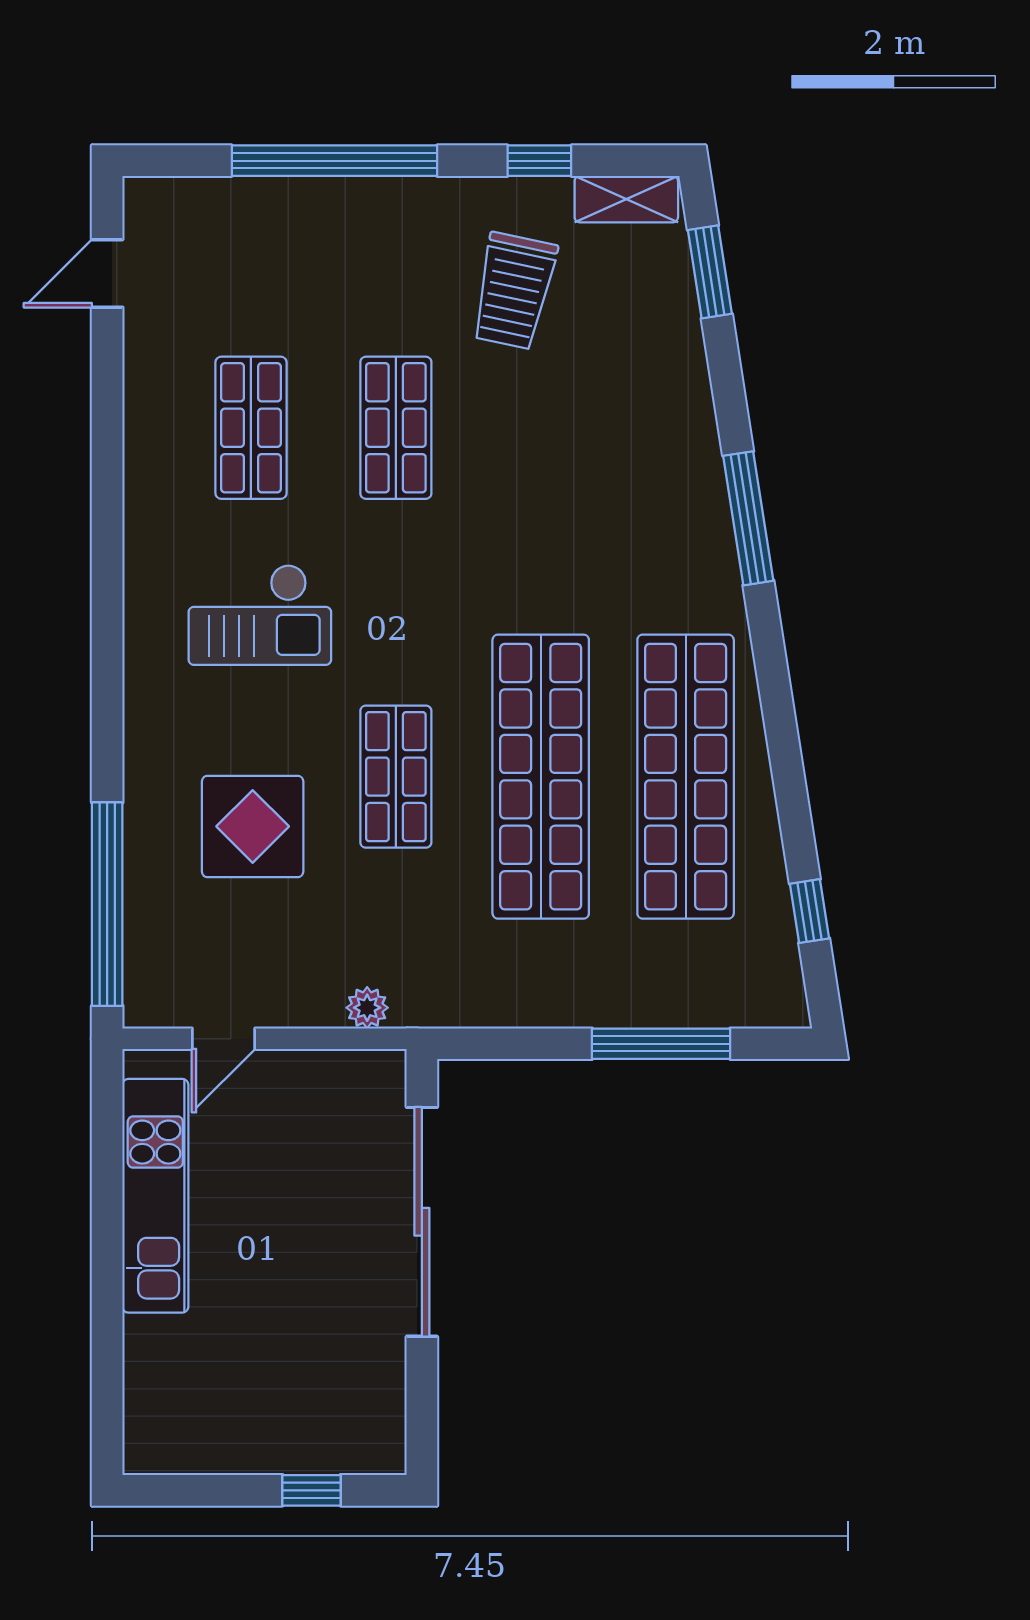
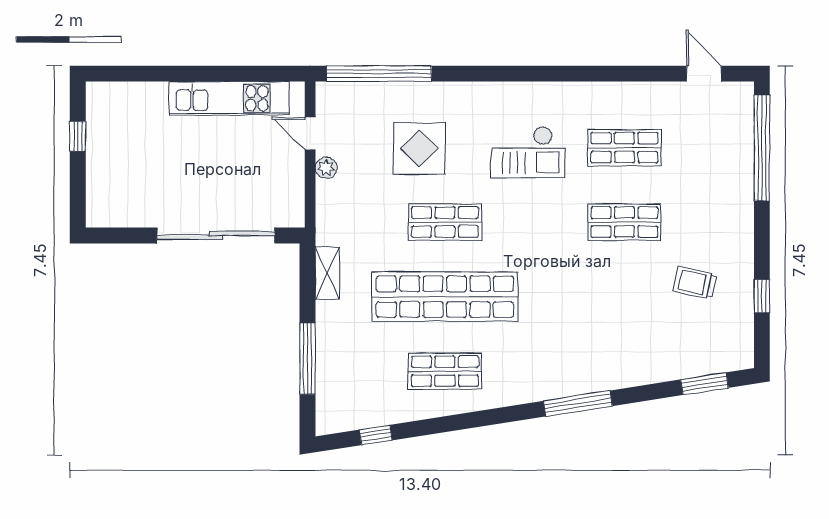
window: (334, 161) -> (762, 148), moved
shelving: (626, 199) -> (327, 273), moved
trolley: (514, 291) -> (695, 283), width x0.73, depth x0.72
checkout: (260, 615) -> (528, 152), turned -90
shop shelf: (686, 777) -> (445, 371), width x0.50, depth x0.74
plant: (367, 1008) -> (326, 168), moved
window: (312, 1490) -> (78, 136), moved

